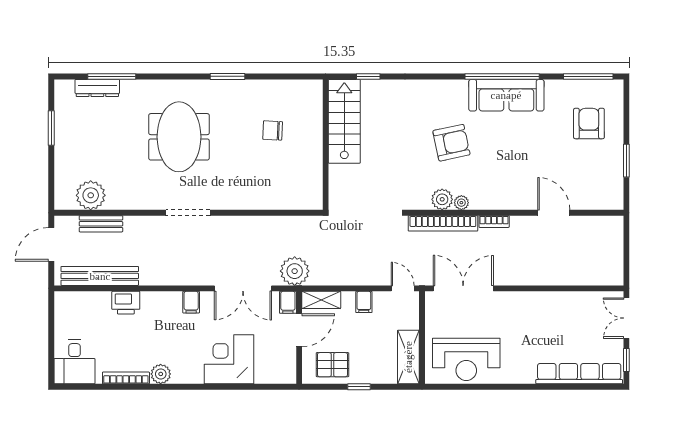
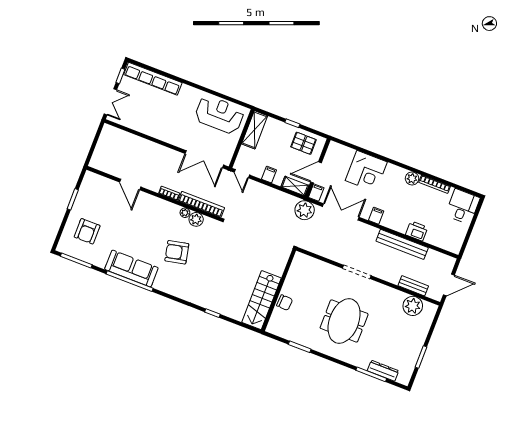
stairs: (344, 121) -> (261, 300), moved
wall: (326, 145) -> (279, 290), moved
bench: (100, 276) -> (402, 244), moved

